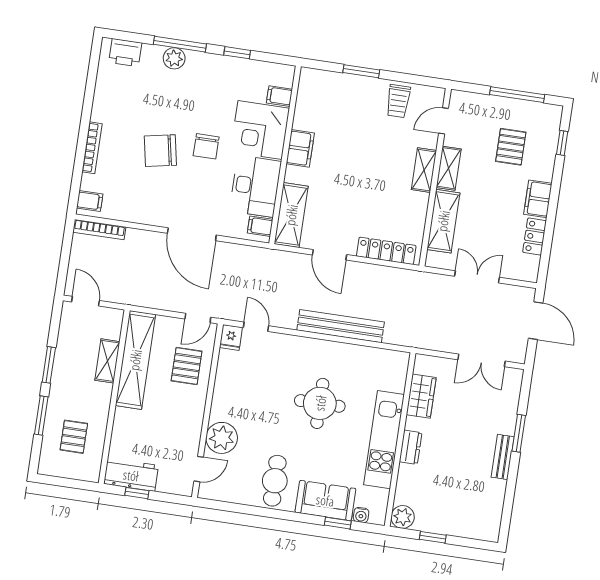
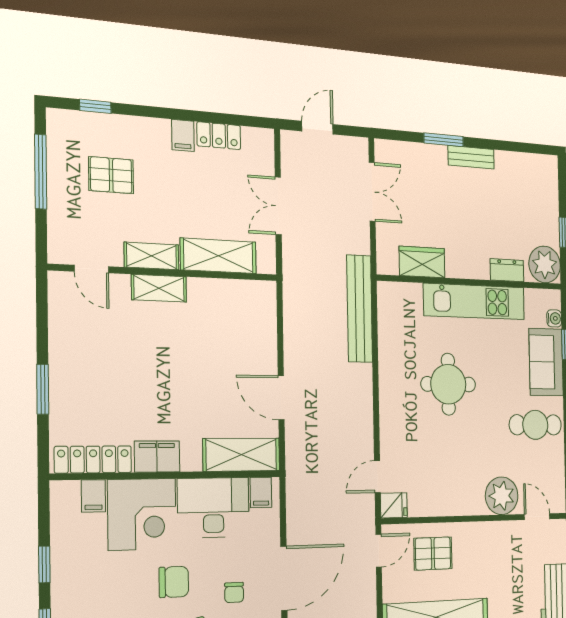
trolley: (398, 101) -> (75, 333), removed
chair: (189, 192) -> (234, 593), added
filing cabinet: (538, 199) -> (183, 135), width x0.50
locker: (386, 251) -> (93, 459), moved, turned 90
door: (329, 255) -> (281, 398), swing flipped
door: (198, 318) -> (379, 551), hinge flipped
door: (536, 321) -> (317, 128), width x0.73
bench: (341, 326) -> (360, 309), moved
dresser: (411, 447) -> (507, 270), moved
plant: (403, 517) -> (545, 264), width x1.36, depth x1.36

